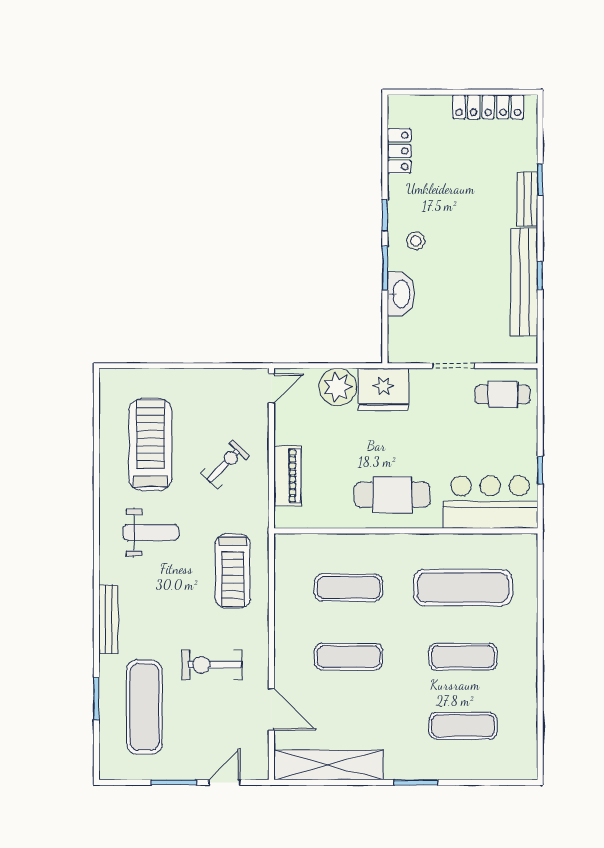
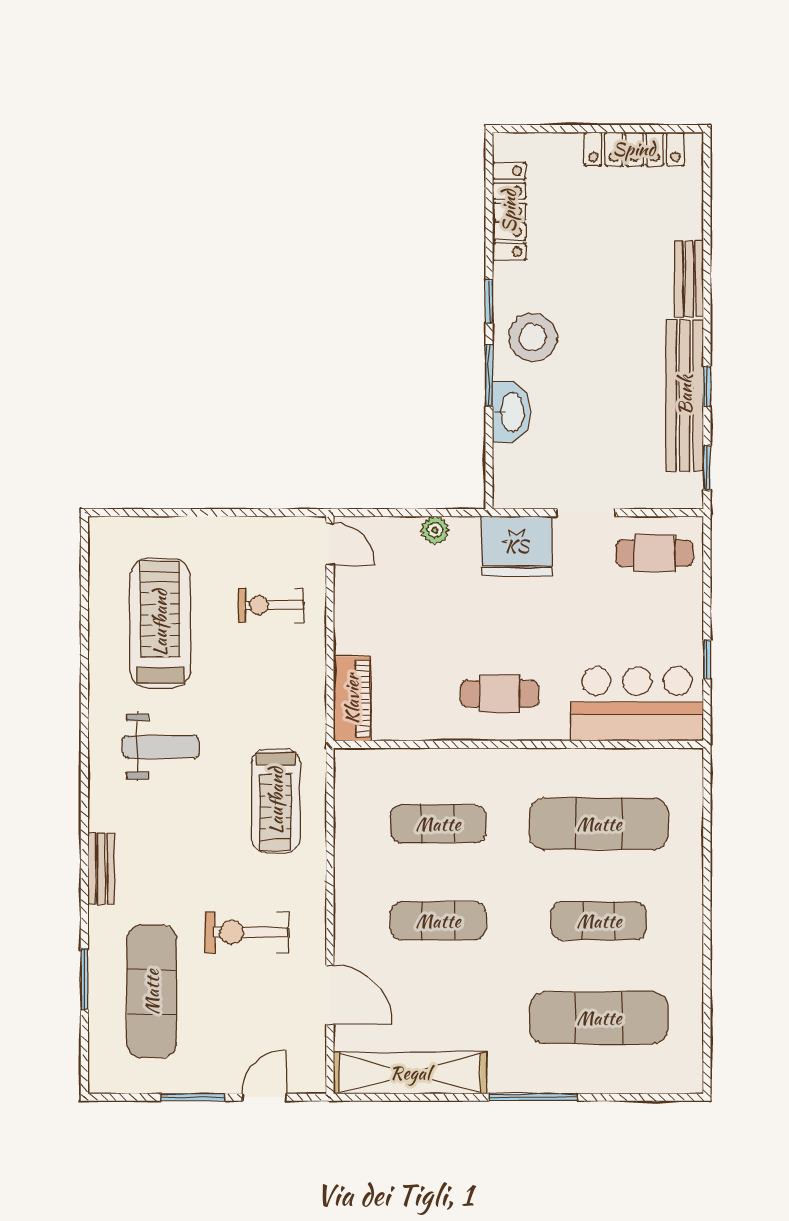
locker: (399, 151) -> (509, 211), width x1.53
window: (540, 180) -> (707, 468), moved
stool: (416, 241) -> (533, 337), width x1.89, depth x1.89
plant: (338, 387) -> (435, 530), width x0.53, depth x0.53
door: (271, 388) -> (330, 544), hinge flipped
fridge: (383, 389) -> (517, 546), moved
exercise bike: (225, 464) -> (271, 605), moved, turned -134
piano: (287, 476) -> (352, 699), moved
cafe table: (392, 495) -> (500, 694), width x0.73, depth x0.74
bench: (109, 619) -> (101, 869), width x0.73
exercise mat: (463, 726) -> (599, 1018), width x1.36, depth x1.45
window: (416, 782) -> (533, 1097), width x1.44

